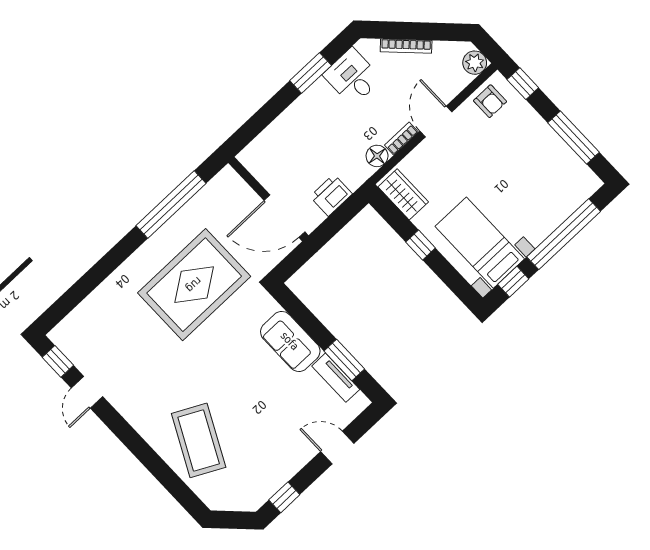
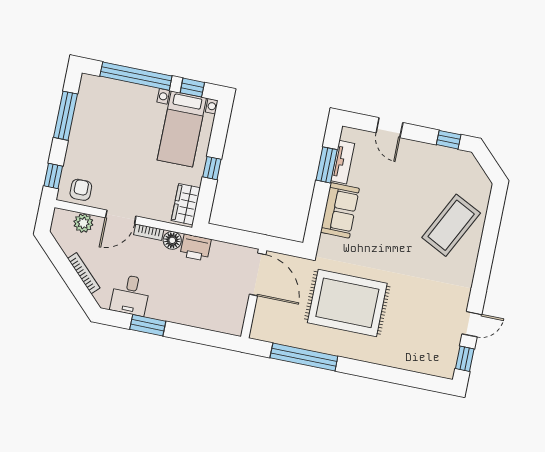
plant: (475, 63) -> (83, 223), moved
printer: (331, 195) -> (196, 248), moved

